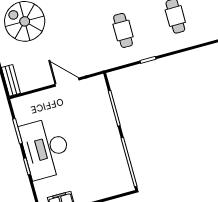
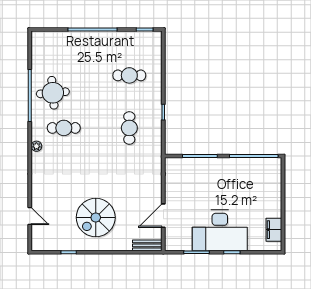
cafe table: (123, 30) -> (129, 128), turned 90
door: (67, 82) -> (163, 216), moved

